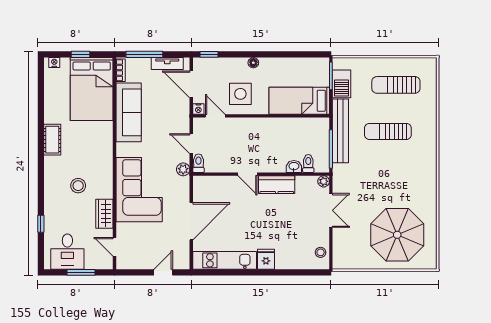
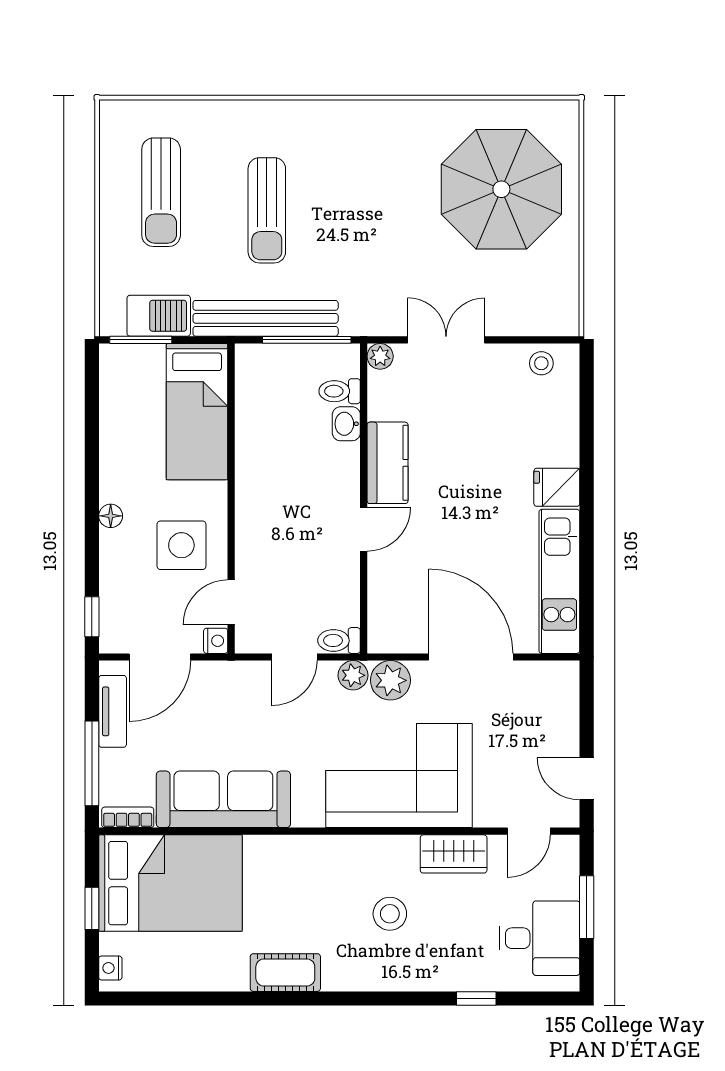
plant: (181, 186) -> (390, 680), added
door: (163, 272) -> (587, 779), moved

